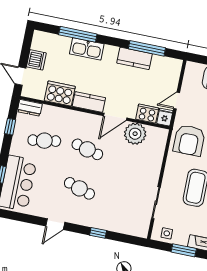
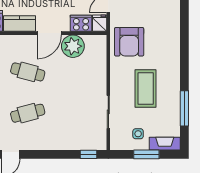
cafe table: (79, 188) -> (28, 113), turned -33
window: (98, 233) -> (89, 154), moved
side table: (167, 233) -> (138, 134), moved

